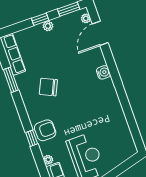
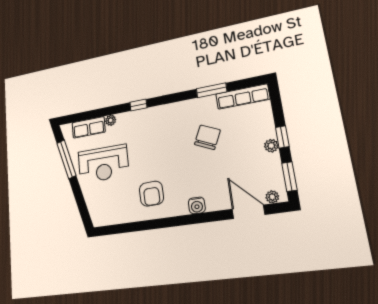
chair: (48, 87) -> (207, 137), moved
armchair: (45, 130) -> (151, 194), moved

